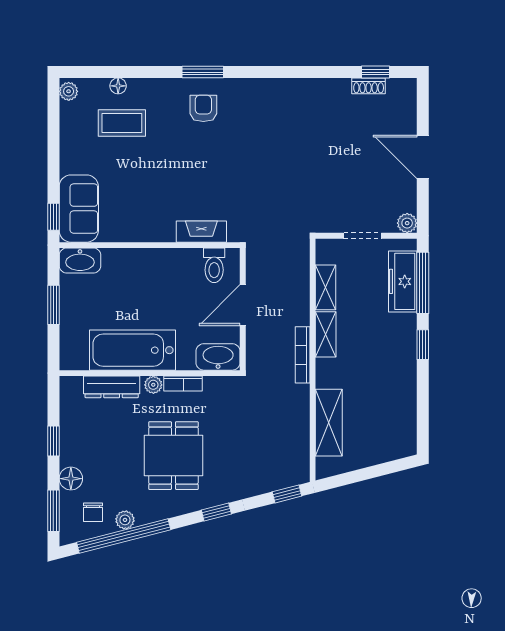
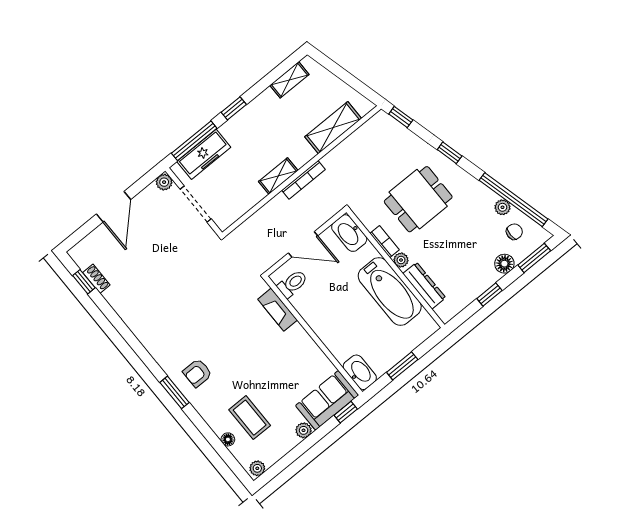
plant: (69, 164) -> (304, 430), added
doorway: (362, 236) -> (196, 204), width x1.38
shelving: (326, 287) -> (289, 80), moved
dining table: (173, 456) -> (418, 199), moved

